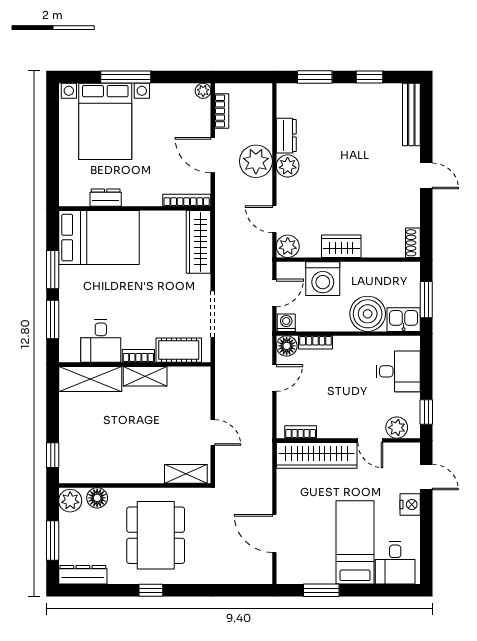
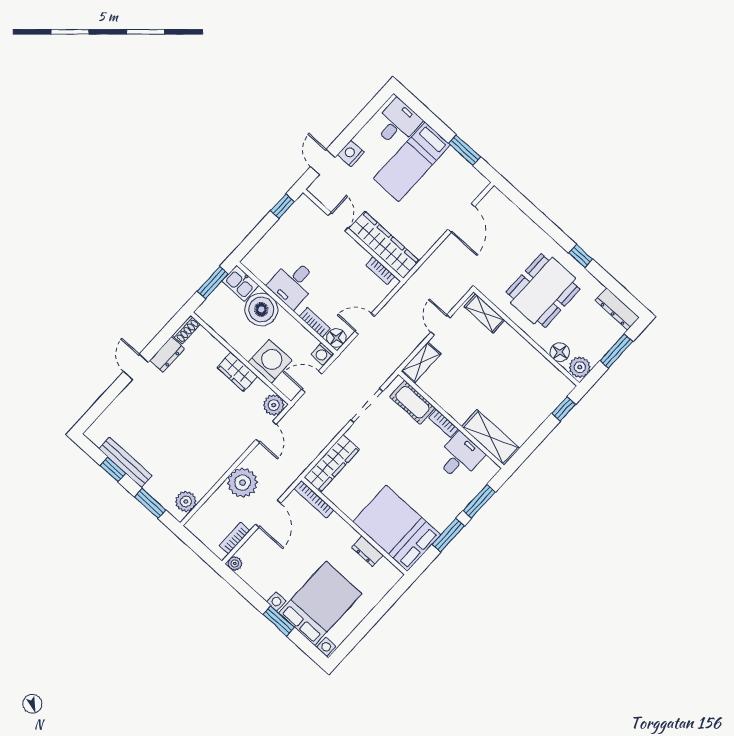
window: (126, 77) -> (279, 621), width x0.69
bench: (411, 115) -> (125, 462), moved, turned 90
dresser: (286, 136) -> (167, 354), moved, turned 180
plant: (288, 166) -> (186, 501), moved
desk: (398, 371) -> (293, 283), moved, turned -90
shelving: (145, 376) -> (421, 362), moved, turned 90
plant: (397, 428) -> (312, 214), removed

